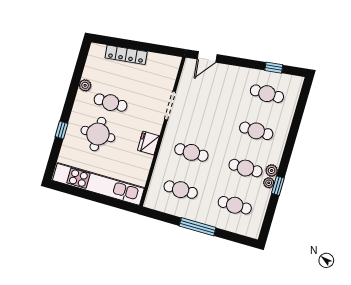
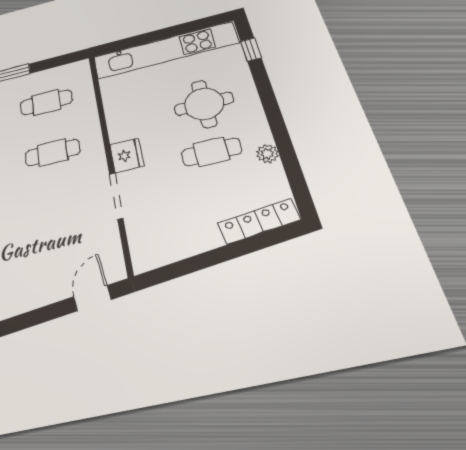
locker: (126, 55) -> (259, 221), moved
window: (61, 130) -> (251, 50), moved
fridge: (148, 143) -> (127, 155), moved

